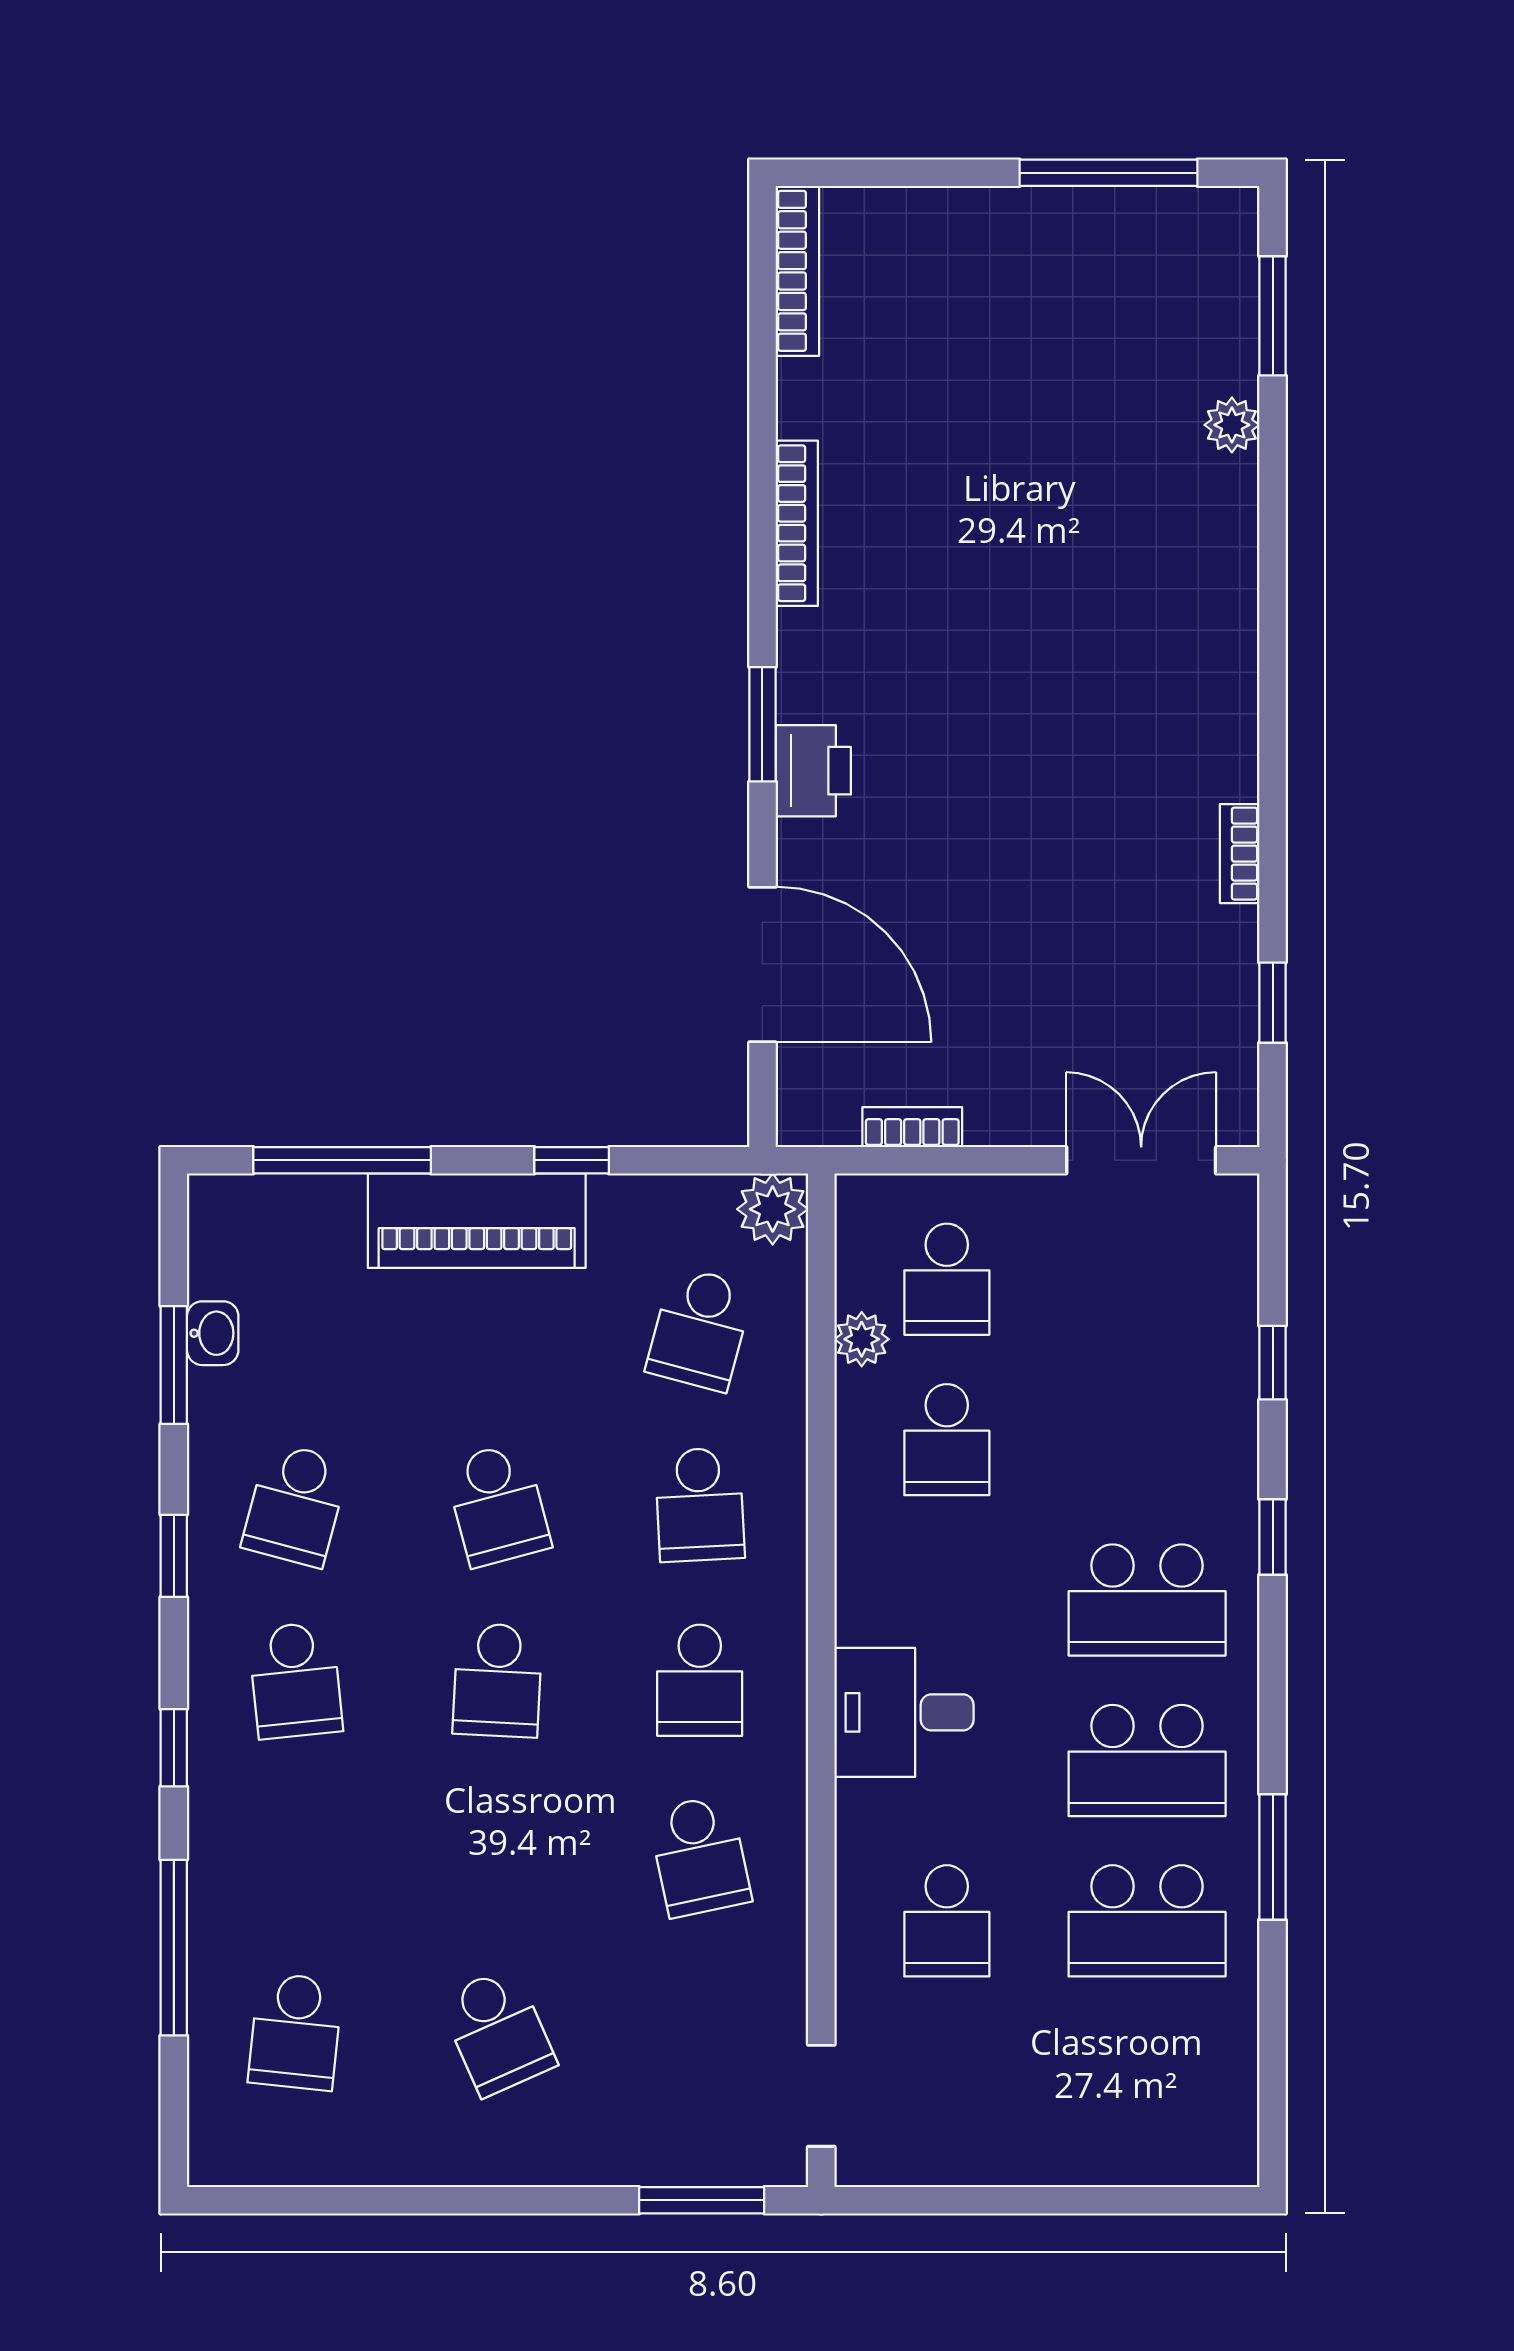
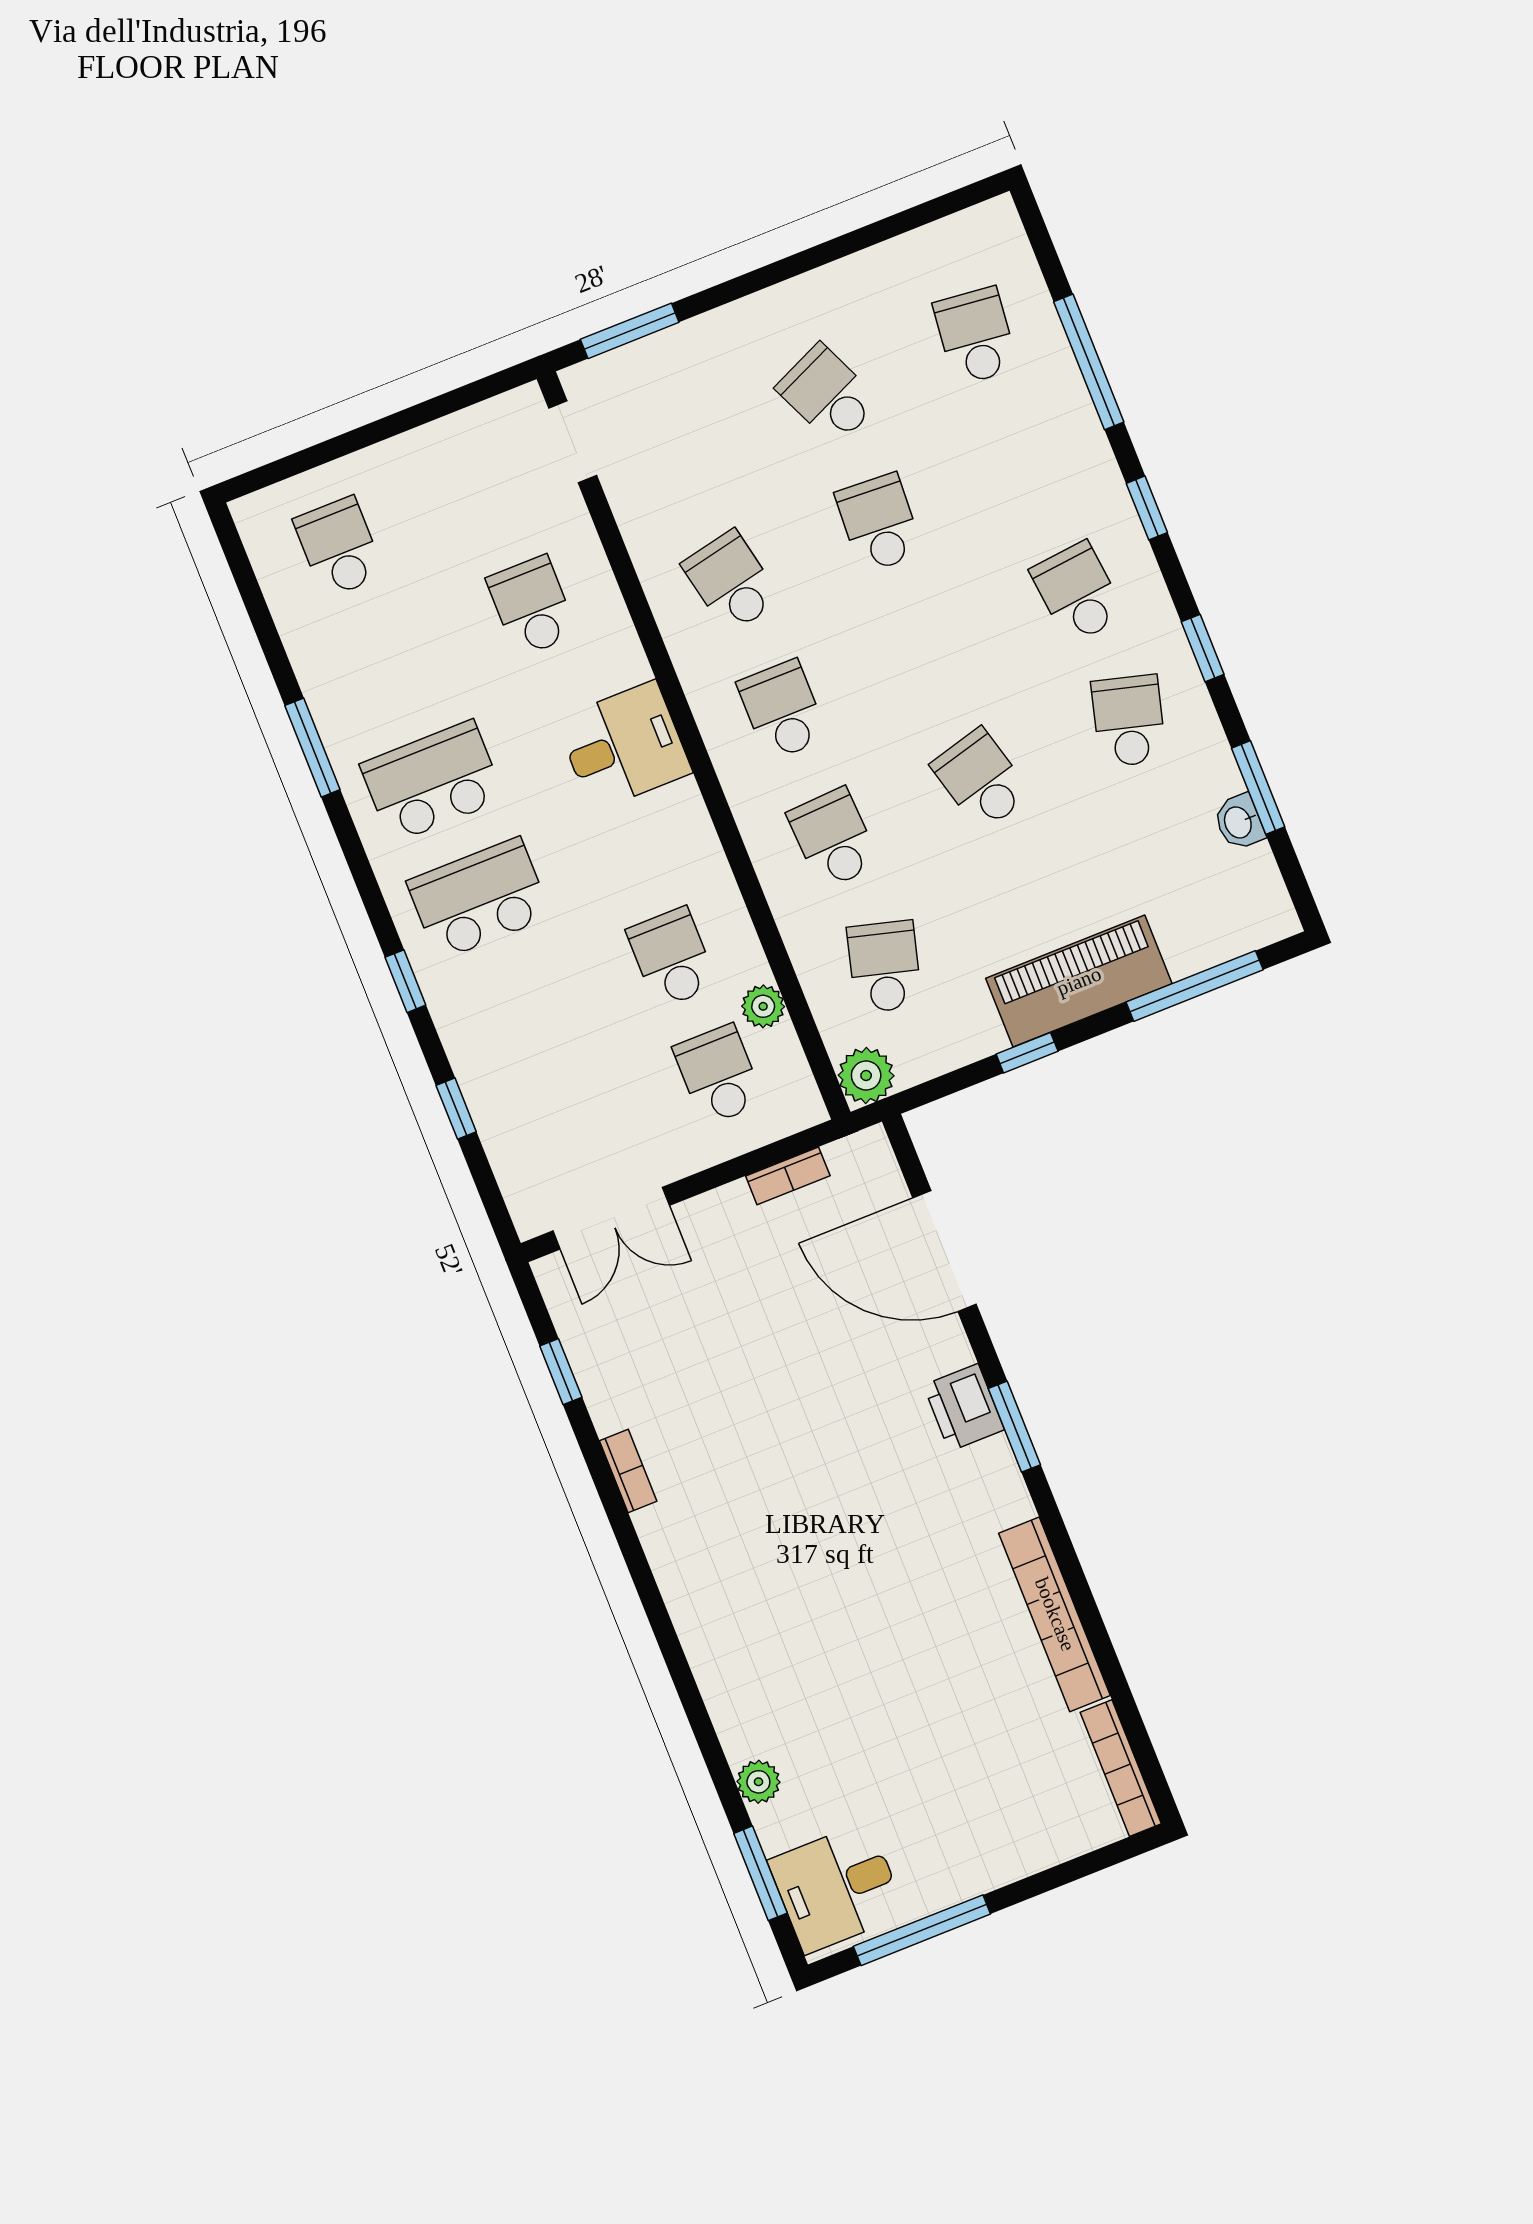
desk: (1189, 263) -> (837, 1888), added
bookcase: (797, 523) -> (1055, 1614), width x1.48, depth x1.31
school desk: (498, 1680) -> (879, 523), moved
school desk: (1147, 1921) -> (339, 547), moved, width x0.54

